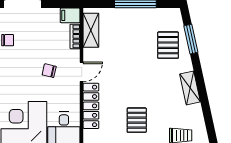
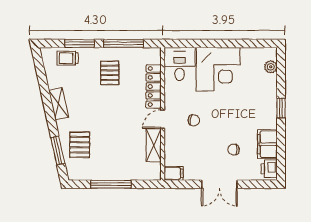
shelving: (91, 30) -> (154, 145), moved
bookcase: (75, 36) -> (169, 153), removed

